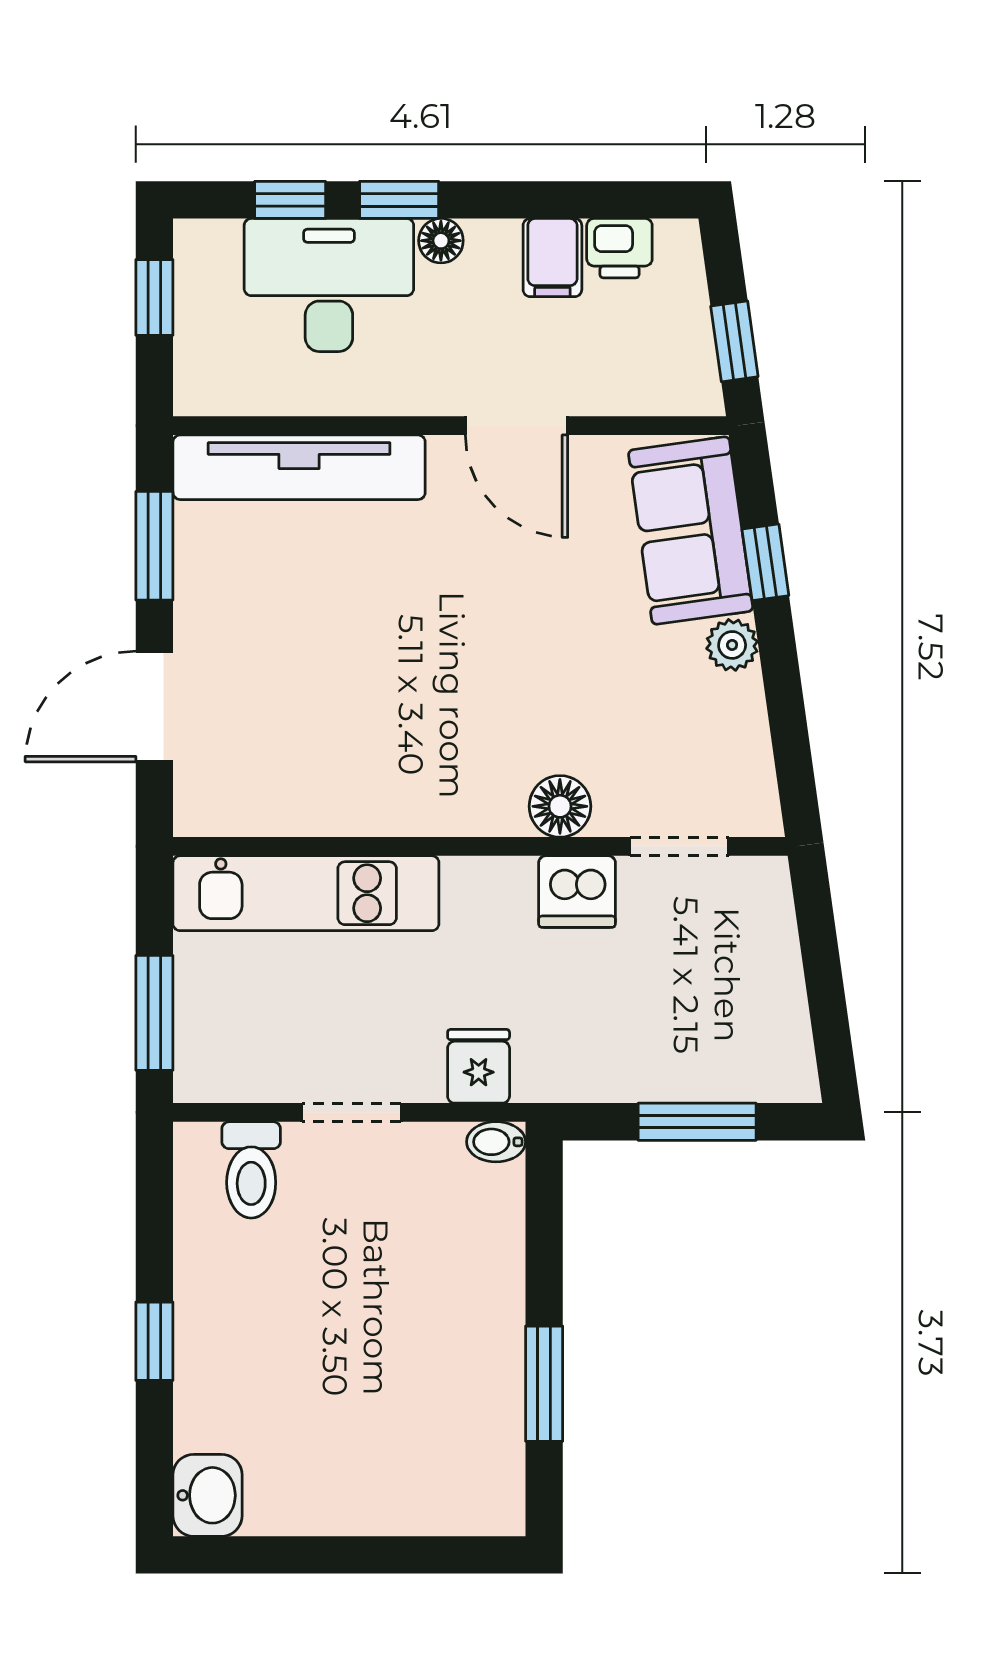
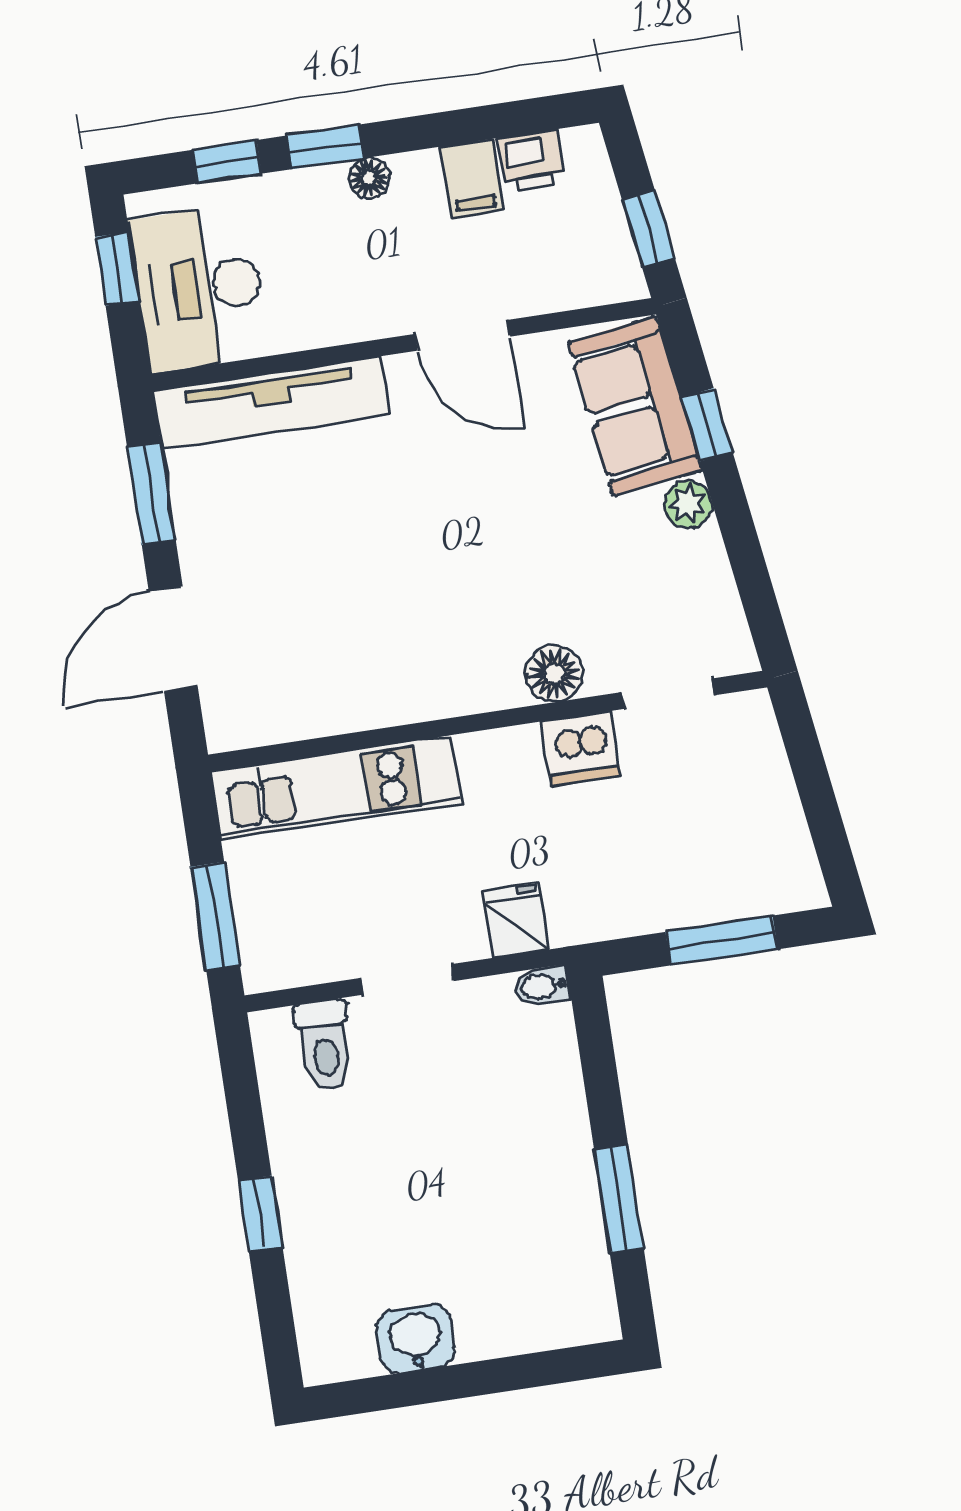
desk: (329, 285) -> (199, 288), moved, turned -90
washbasin: (208, 1495) -> (415, 1339), moved, turned -90

